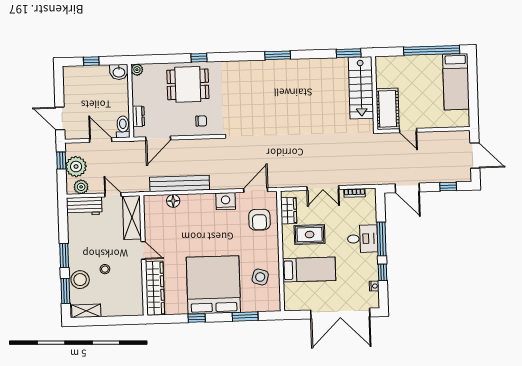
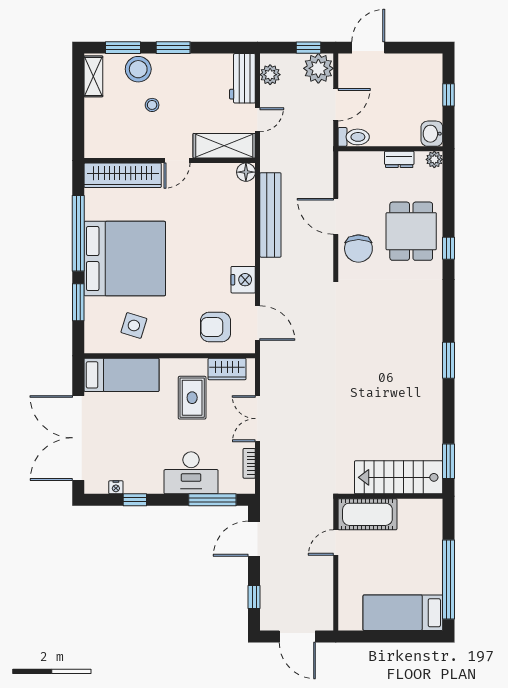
dresser: (138, 116) -> (399, 159), moved
chair: (201, 121) -> (358, 249), width x1.87, depth x1.87
door: (158, 138) -> (336, 216), moved
door: (475, 155) -> (297, 636), hinge flipped
plant: (76, 167) -> (318, 68), moved
floor lamp: (173, 201) -> (246, 172), moved
desk: (363, 239) -> (191, 473), width x1.37
window: (382, 239) -> (212, 500), moved
bed: (309, 270) -> (122, 375), moved, turned -90
window: (197, 318) -> (78, 233), width x3.17

